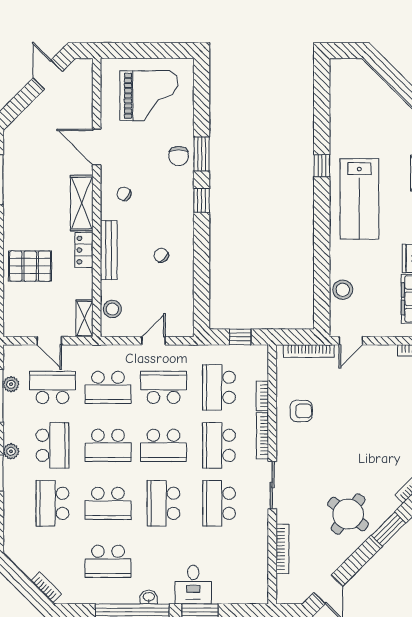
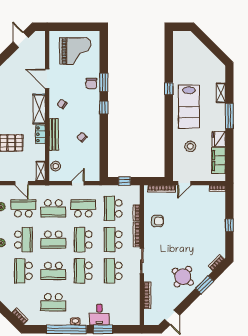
stool: (343, 290) -> (190, 146), moved
school desk: (163, 445) -> (83, 240), turned 90

